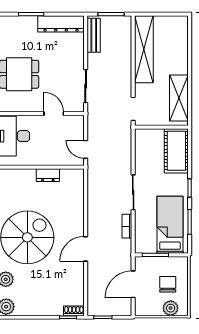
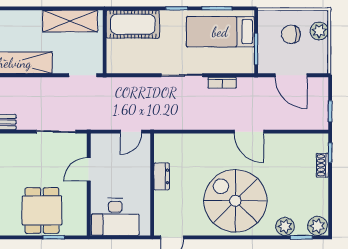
shoe rack: (74, 311) -> (322, 165), moved

